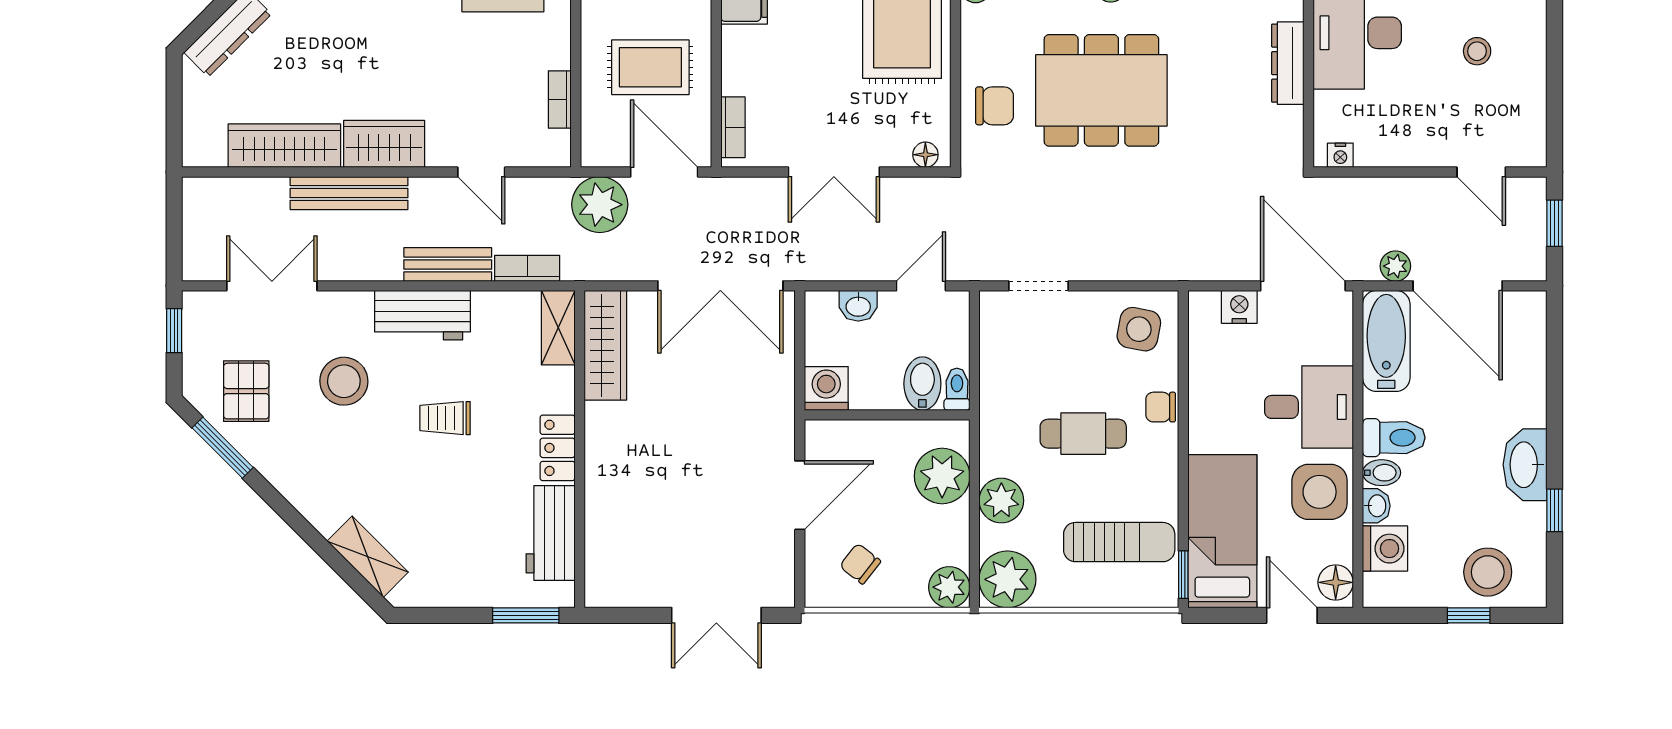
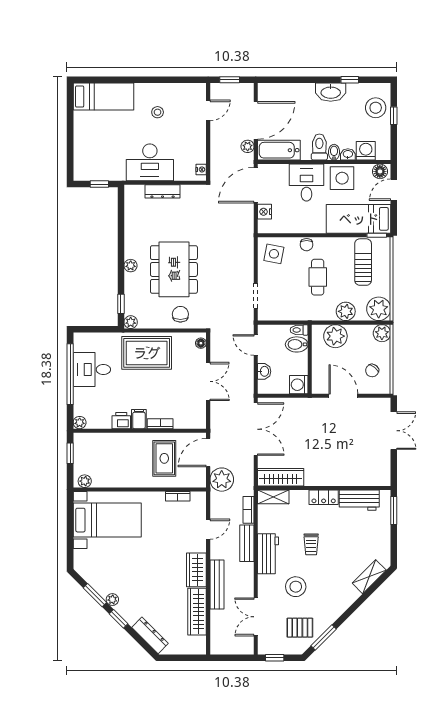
bookcase: (733, 127) -> (160, 424), moved

